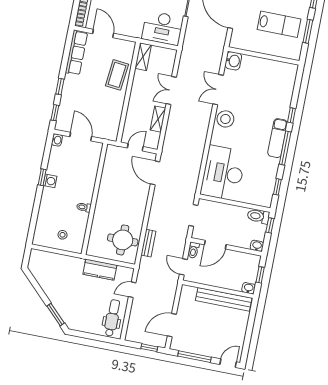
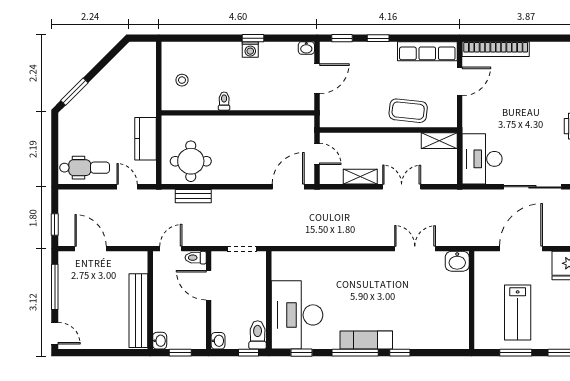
stool: (225, 119) -> (378, 266), removed
desk: (223, 173) -> (297, 315), moved, turned -90

